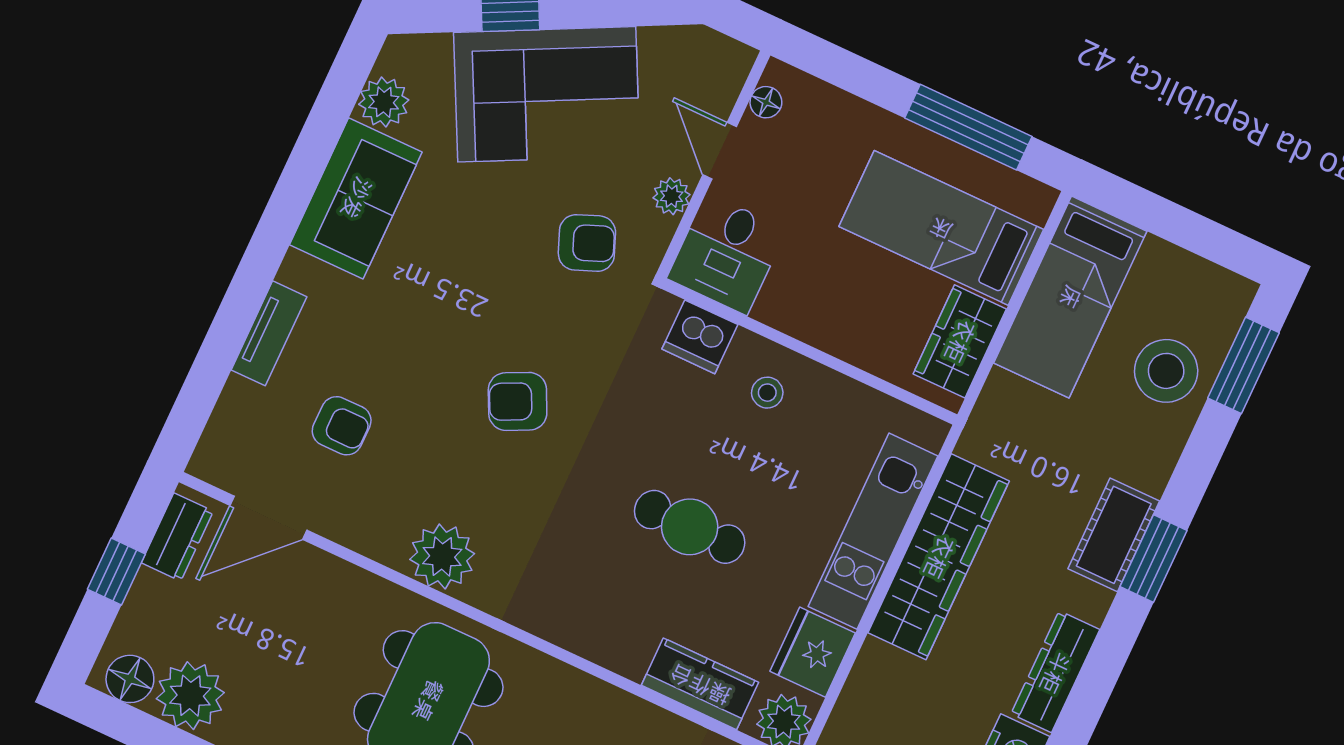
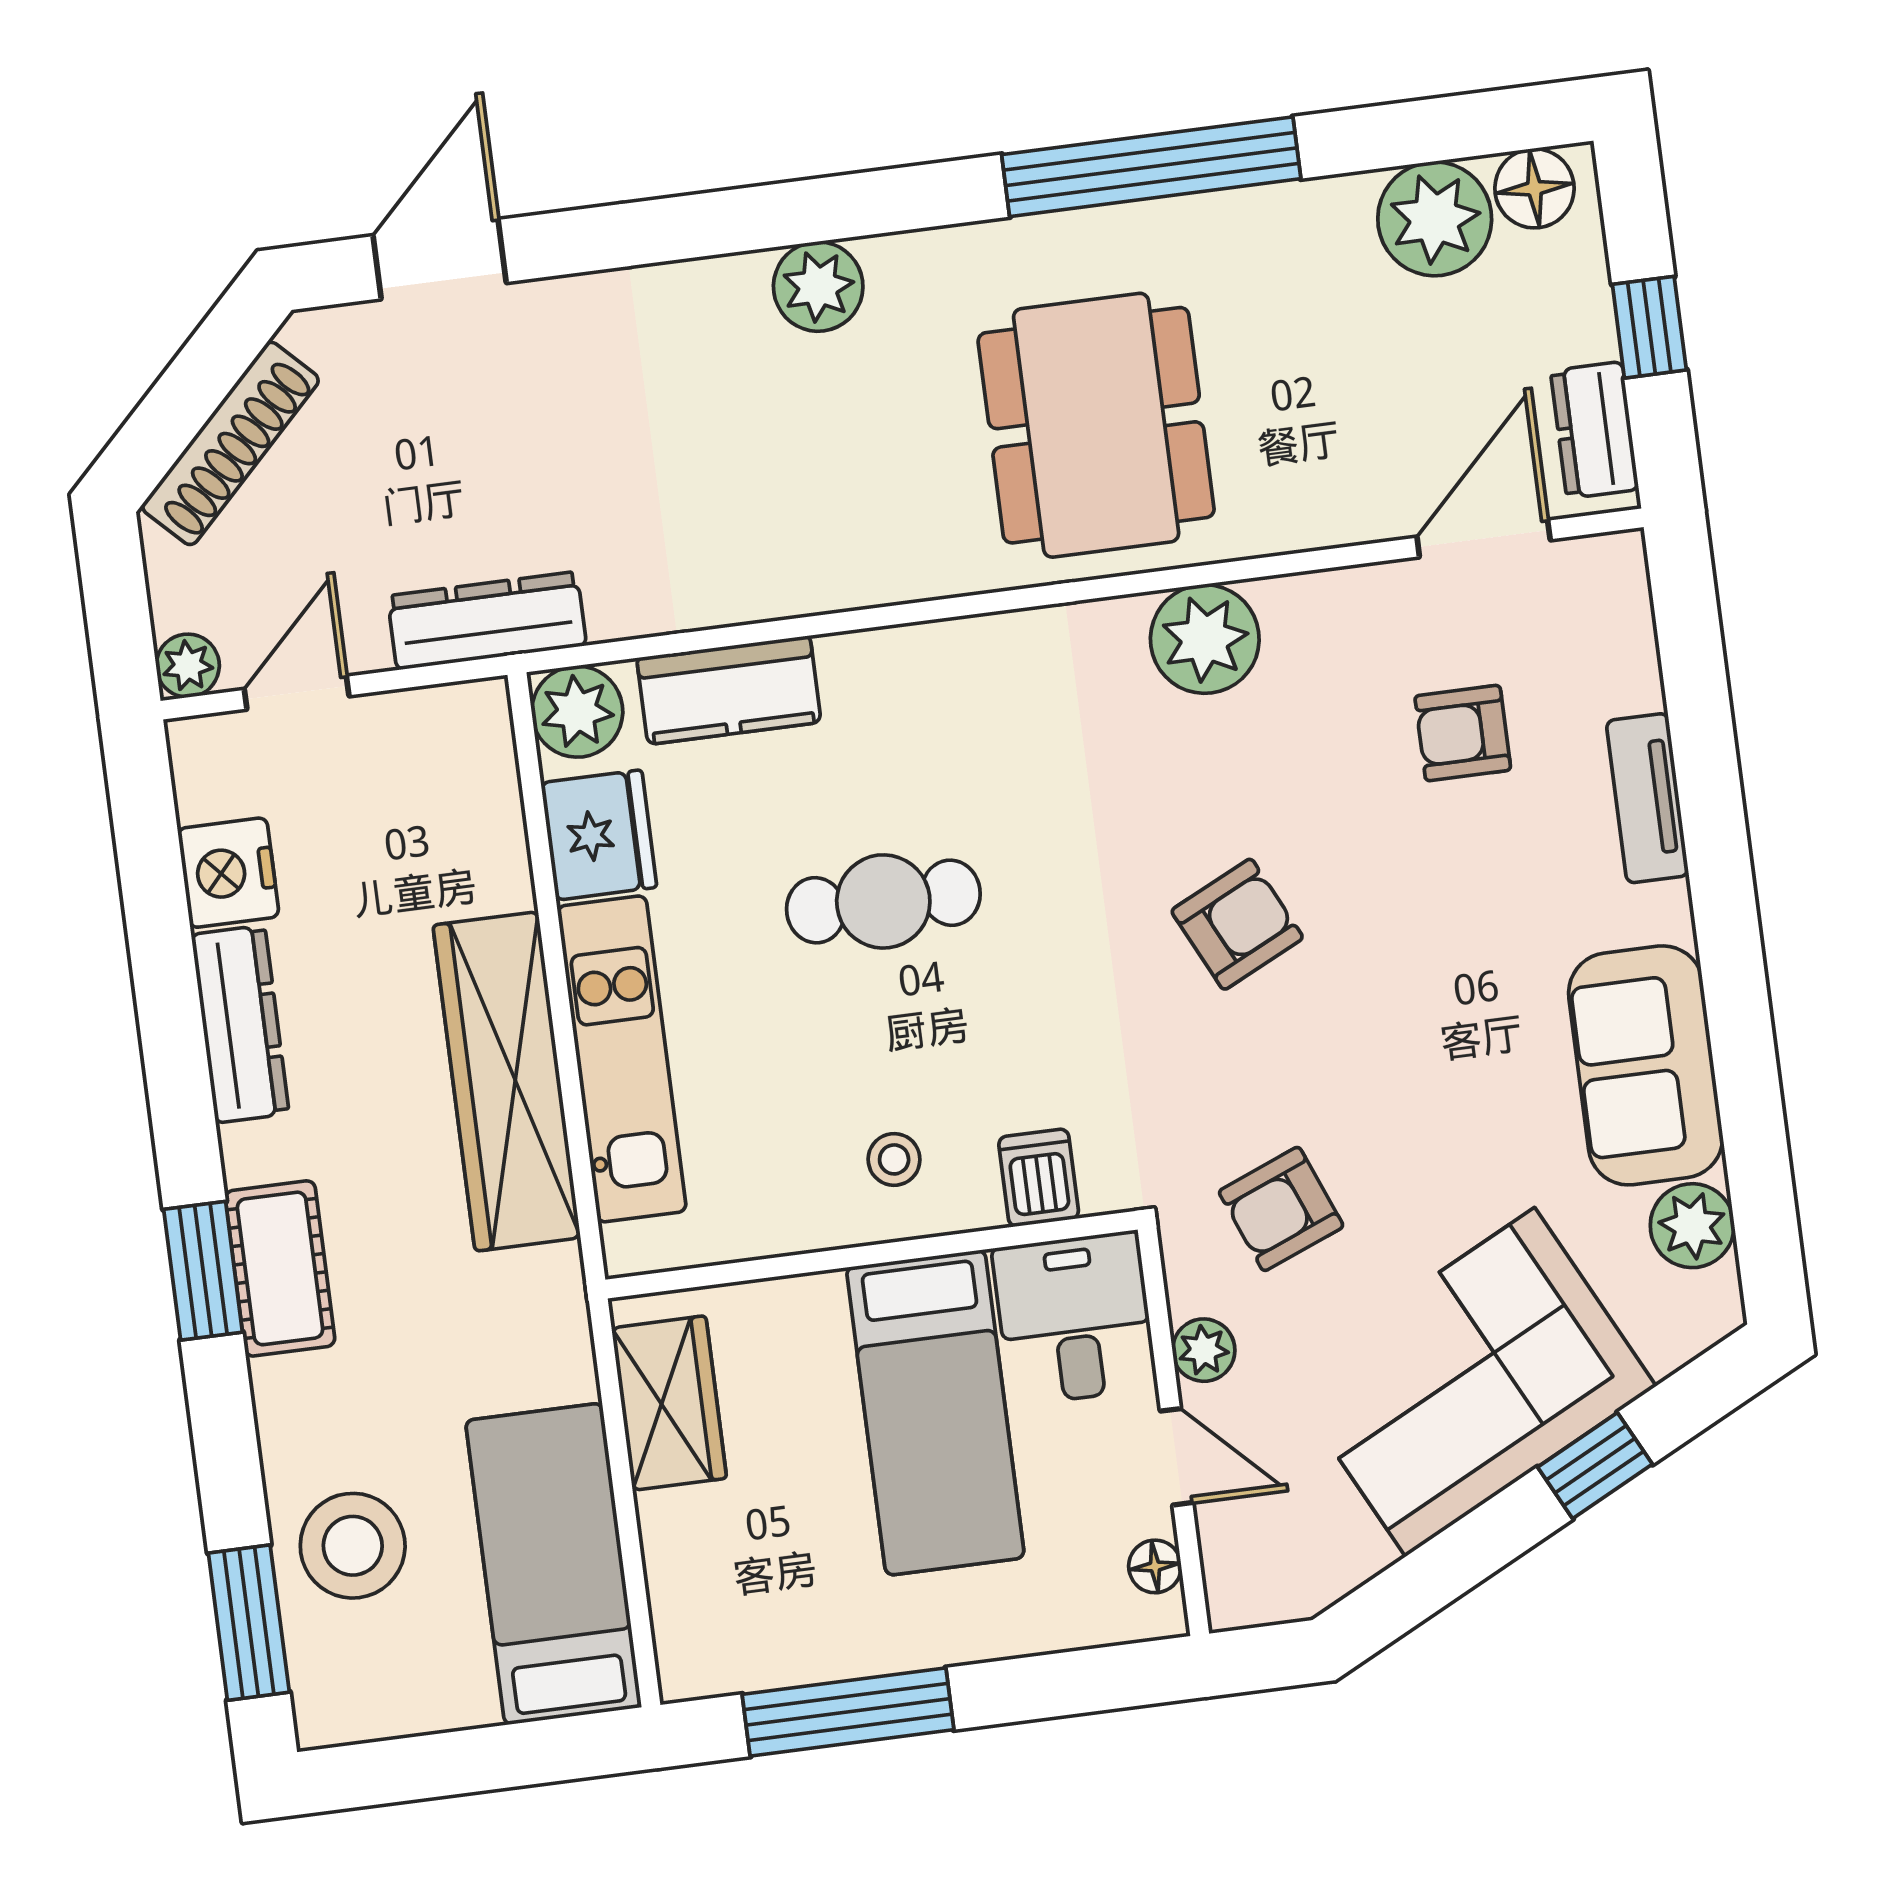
bed: (941, 228) -> (935, 1413), moved, turned 90
dishwasher: (700, 337) -> (1039, 1178), width x0.73

